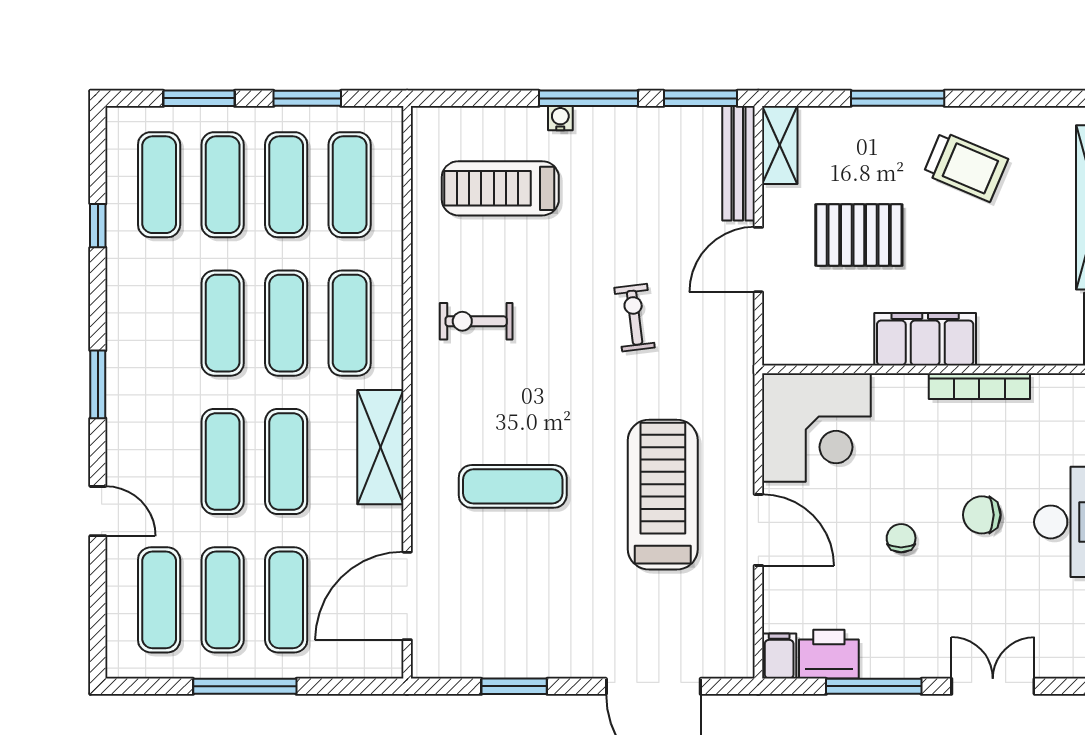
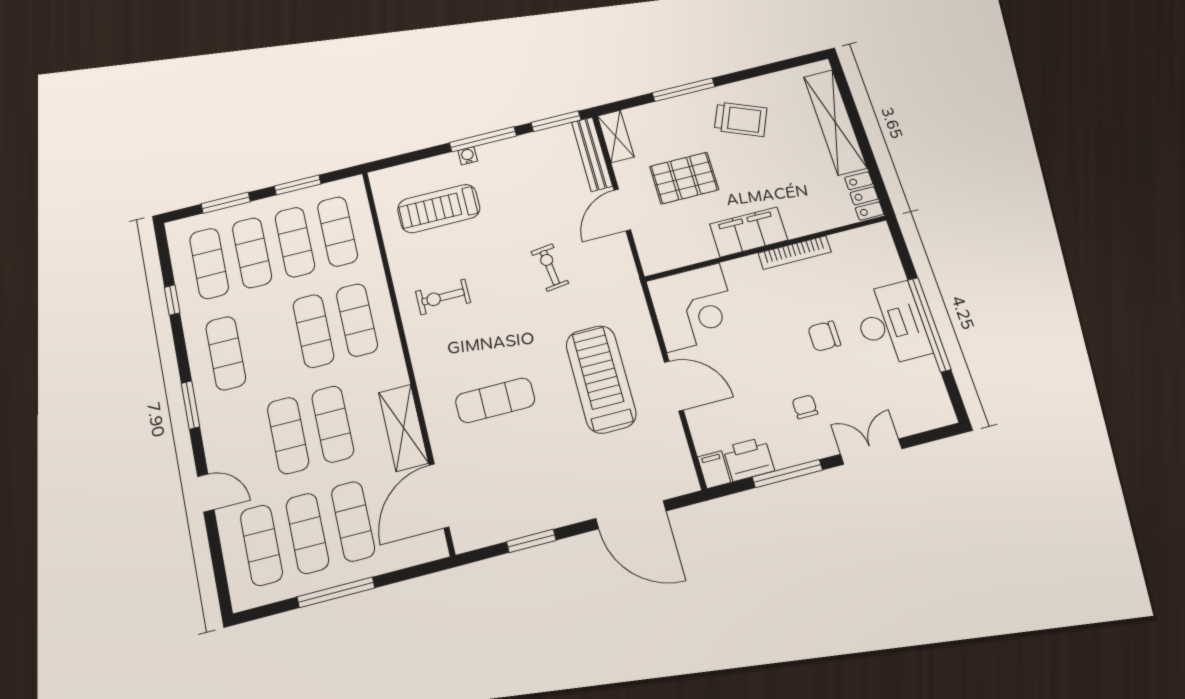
exercise mat: (223, 323) -> (226, 353), moved
shelving: (380, 447) -> (403, 428), moved
chair: (901, 538) -> (805, 407), moved

